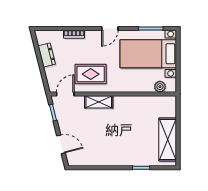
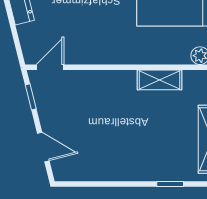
rug: (91, 74) -> (90, 36), removed
shelving: (99, 102) -> (159, 80), moved

